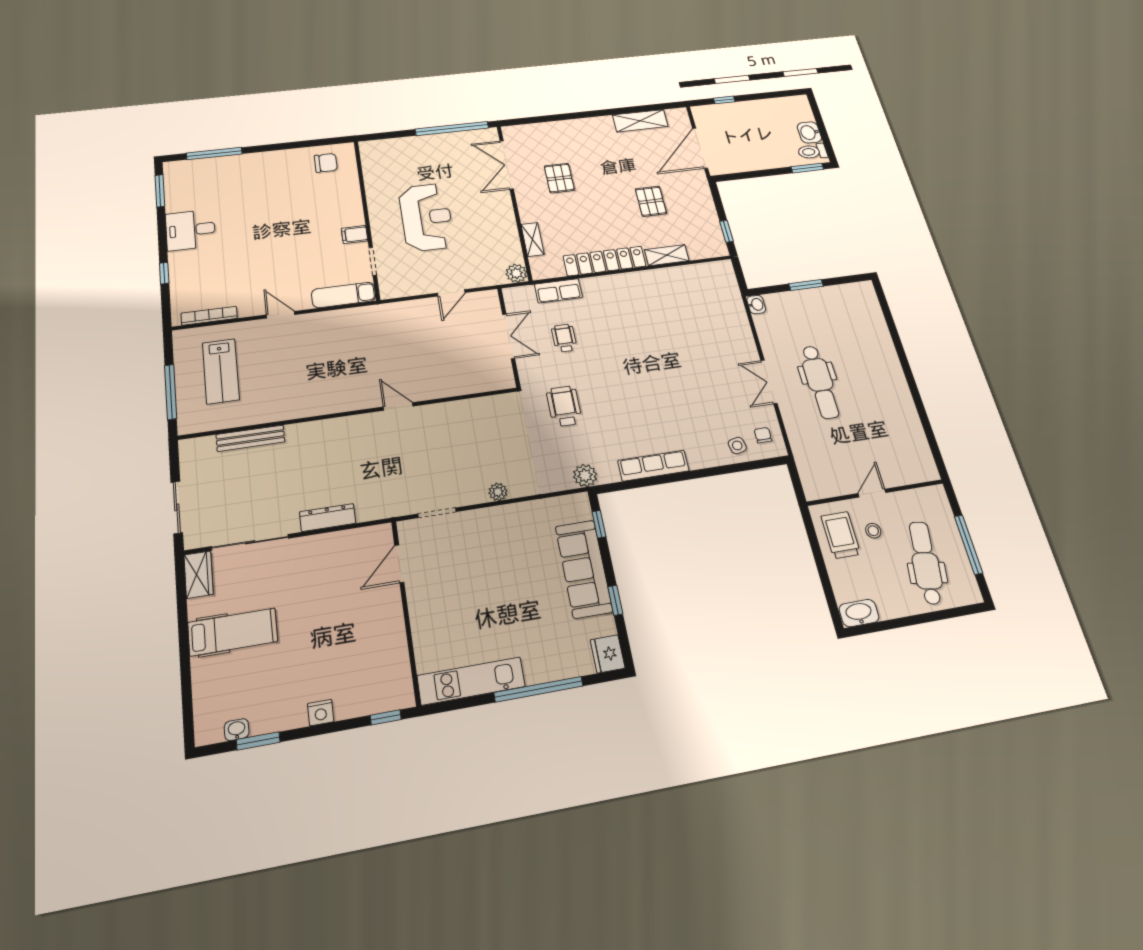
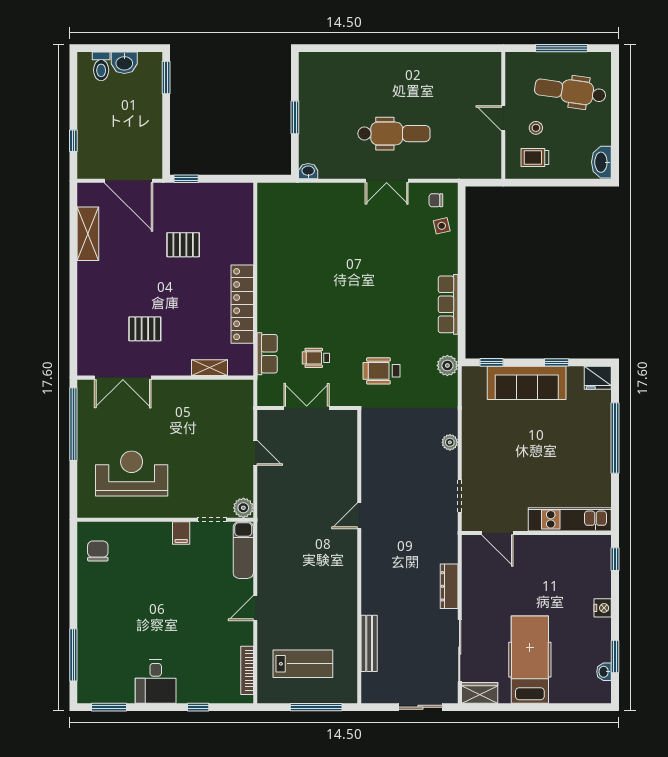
toilet: (812, 152) -> (101, 66), moved
reception desk: (426, 217) -> (132, 474), moved
window: (727, 231) -> (186, 179), moved
shelving: (667, 255) -> (244, 243), removed
plant: (516, 273) -> (243, 508), moved
trolley: (841, 535) -> (535, 158), width x0.73, depth x0.72
hospital bed: (233, 632) -> (530, 660), width x1.37, depth x1.29
kitchen unit: (471, 681) -> (570, 519), moved, turned 90

